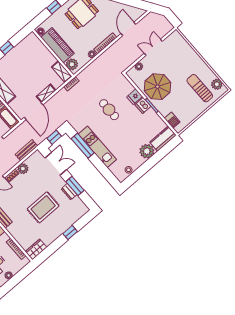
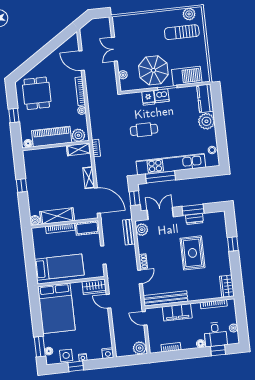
barbecue: (172, 120) -> (187, 76), width x1.88, depth x1.53
kitchen unit: (97, 147) -> (171, 164), width x1.36
plant: (23, 169) -> (142, 230), moved

